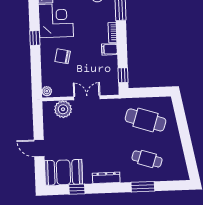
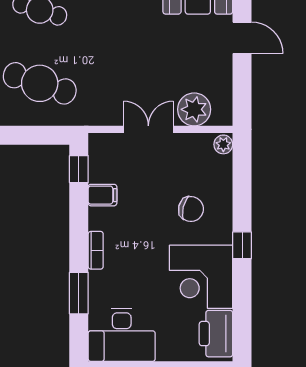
filing cabinet: (109, 49) -> (102, 195), moved
double door: (87, 98) -> (148, 129), swing flipped

